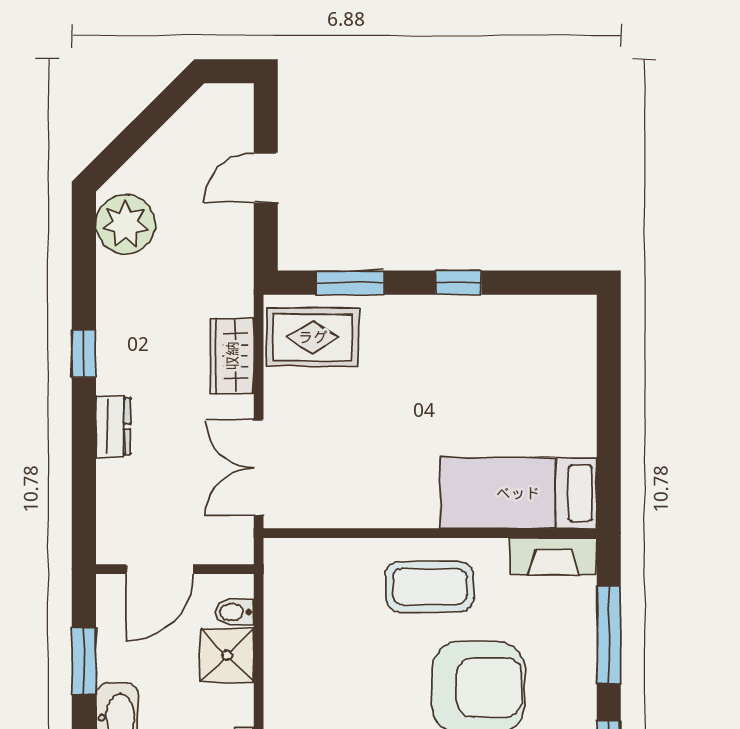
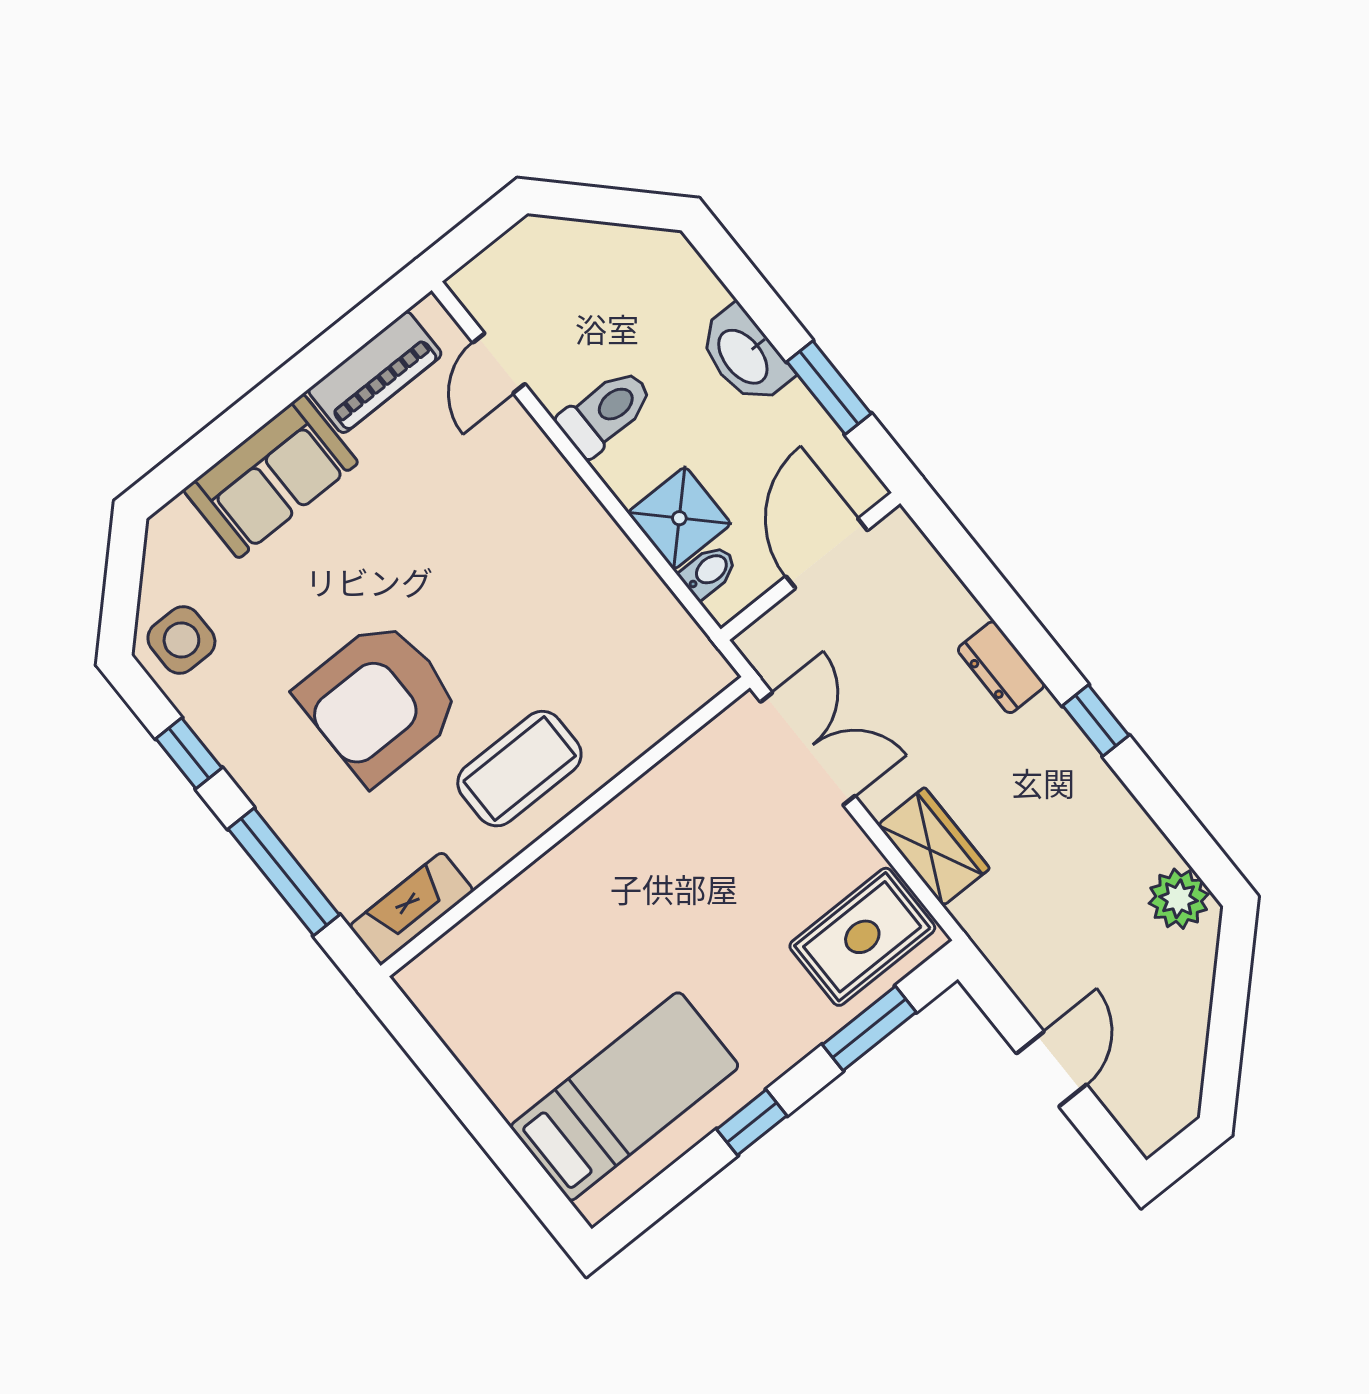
plant: (125, 224) -> (1179, 899), width x0.73, depth x0.73
bed: (518, 493) -> (625, 1096), moved

